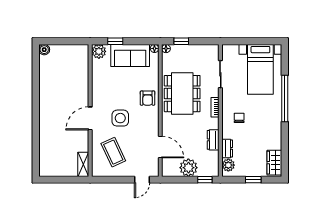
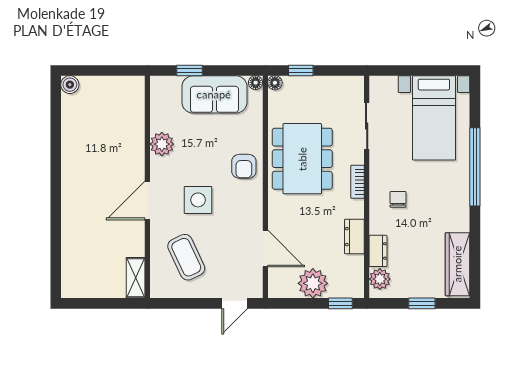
plant: (99, 51) -> (162, 144), moved
wardrobe: (274, 163) -> (457, 264), width x1.50

